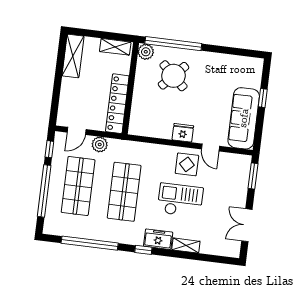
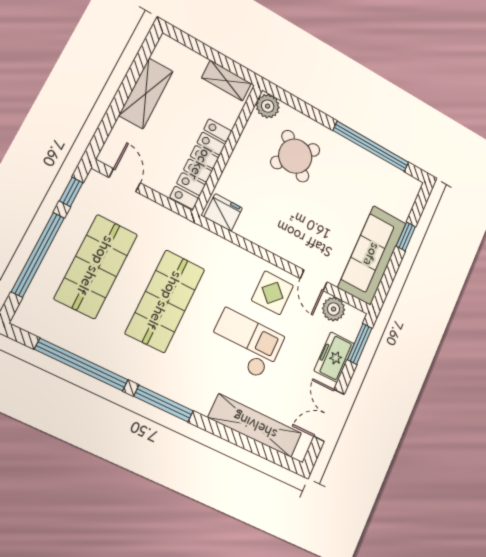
window: (173, 44) -> (371, 146), moved
shelving: (73, 56) -> (146, 93), moved
door: (77, 131) -> (125, 180), swing flipped
fridge: (183, 133) -> (223, 212), moved
plant: (100, 144) -> (334, 309), moved
freezer: (158, 239) -> (334, 357), moved, turned -90
shelving: (186, 246) -> (255, 426), width x2.20, depth x1.33
window: (143, 250) -> (164, 404), width x2.17

